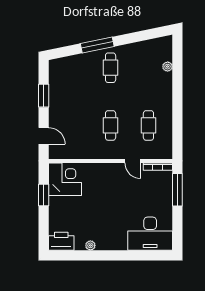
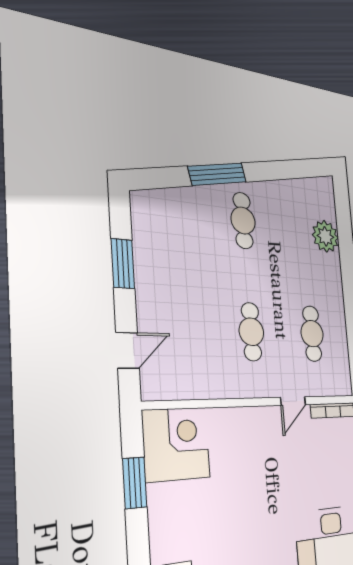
plant: (168, 67) -> (325, 236), width x1.88, depth x1.88
door: (44, 136) -> (128, 350), hinge flipped
door: (133, 161) -> (293, 401), hinge flipped

